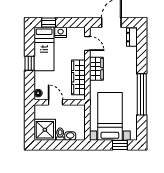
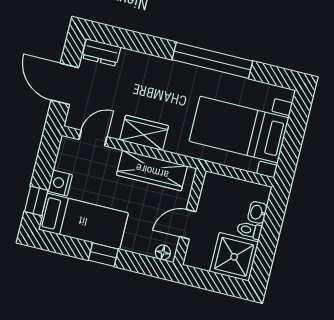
window: (120, 145) -> (297, 124), removed

